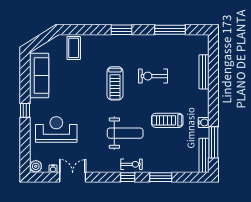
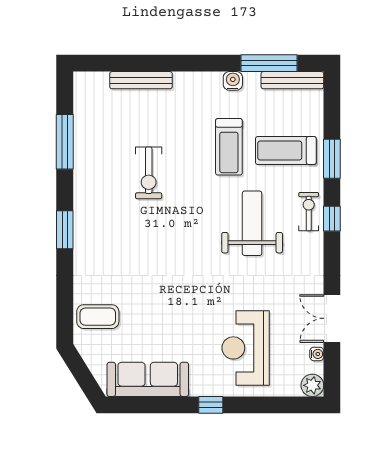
treadmill: (115, 83) -> (286, 151), moved, turned 180

